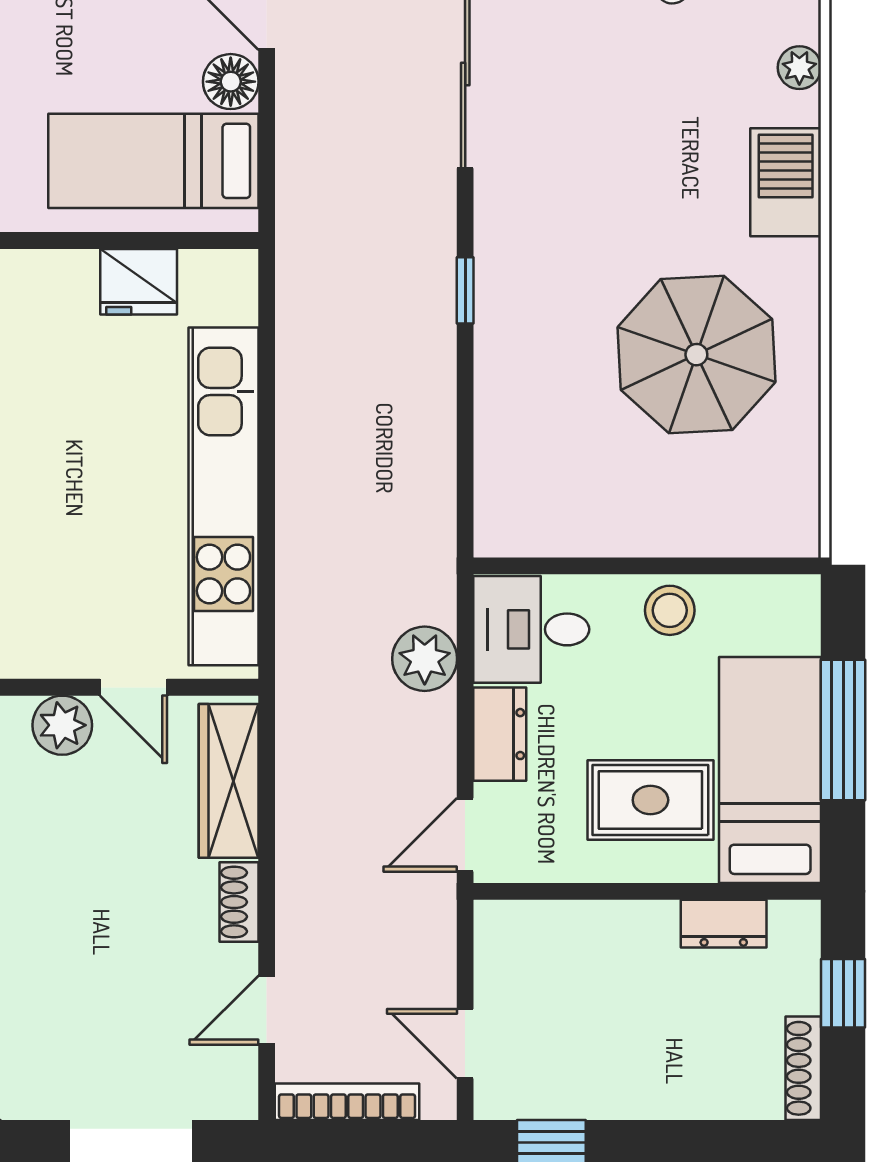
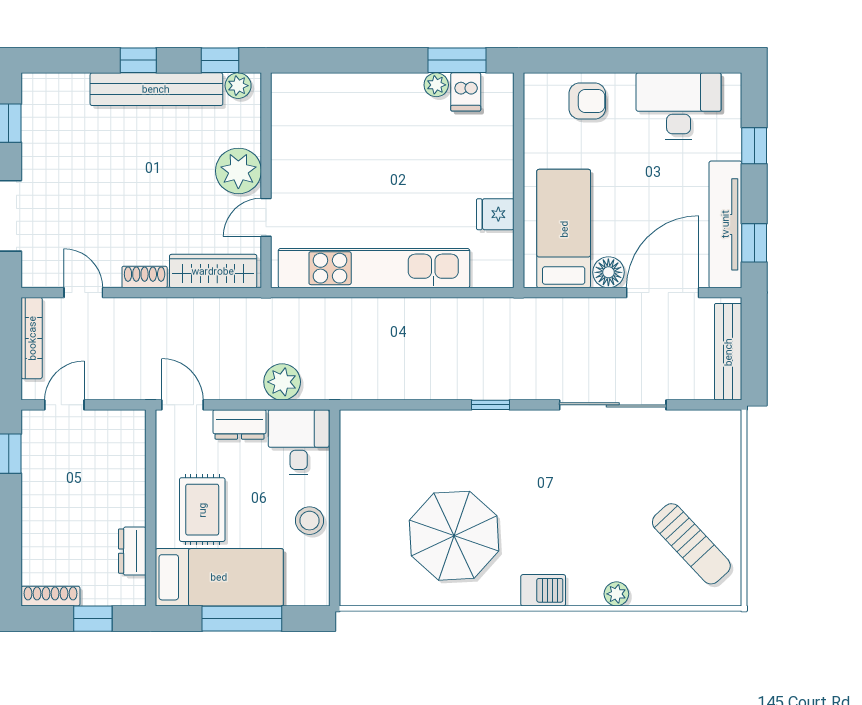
barbecue: (786, 182) -> (543, 590), width x0.73, depth x0.79
fridge: (139, 282) -> (495, 214), width x0.72
plant: (62, 725) -> (238, 171), width x1.36, depth x1.36

